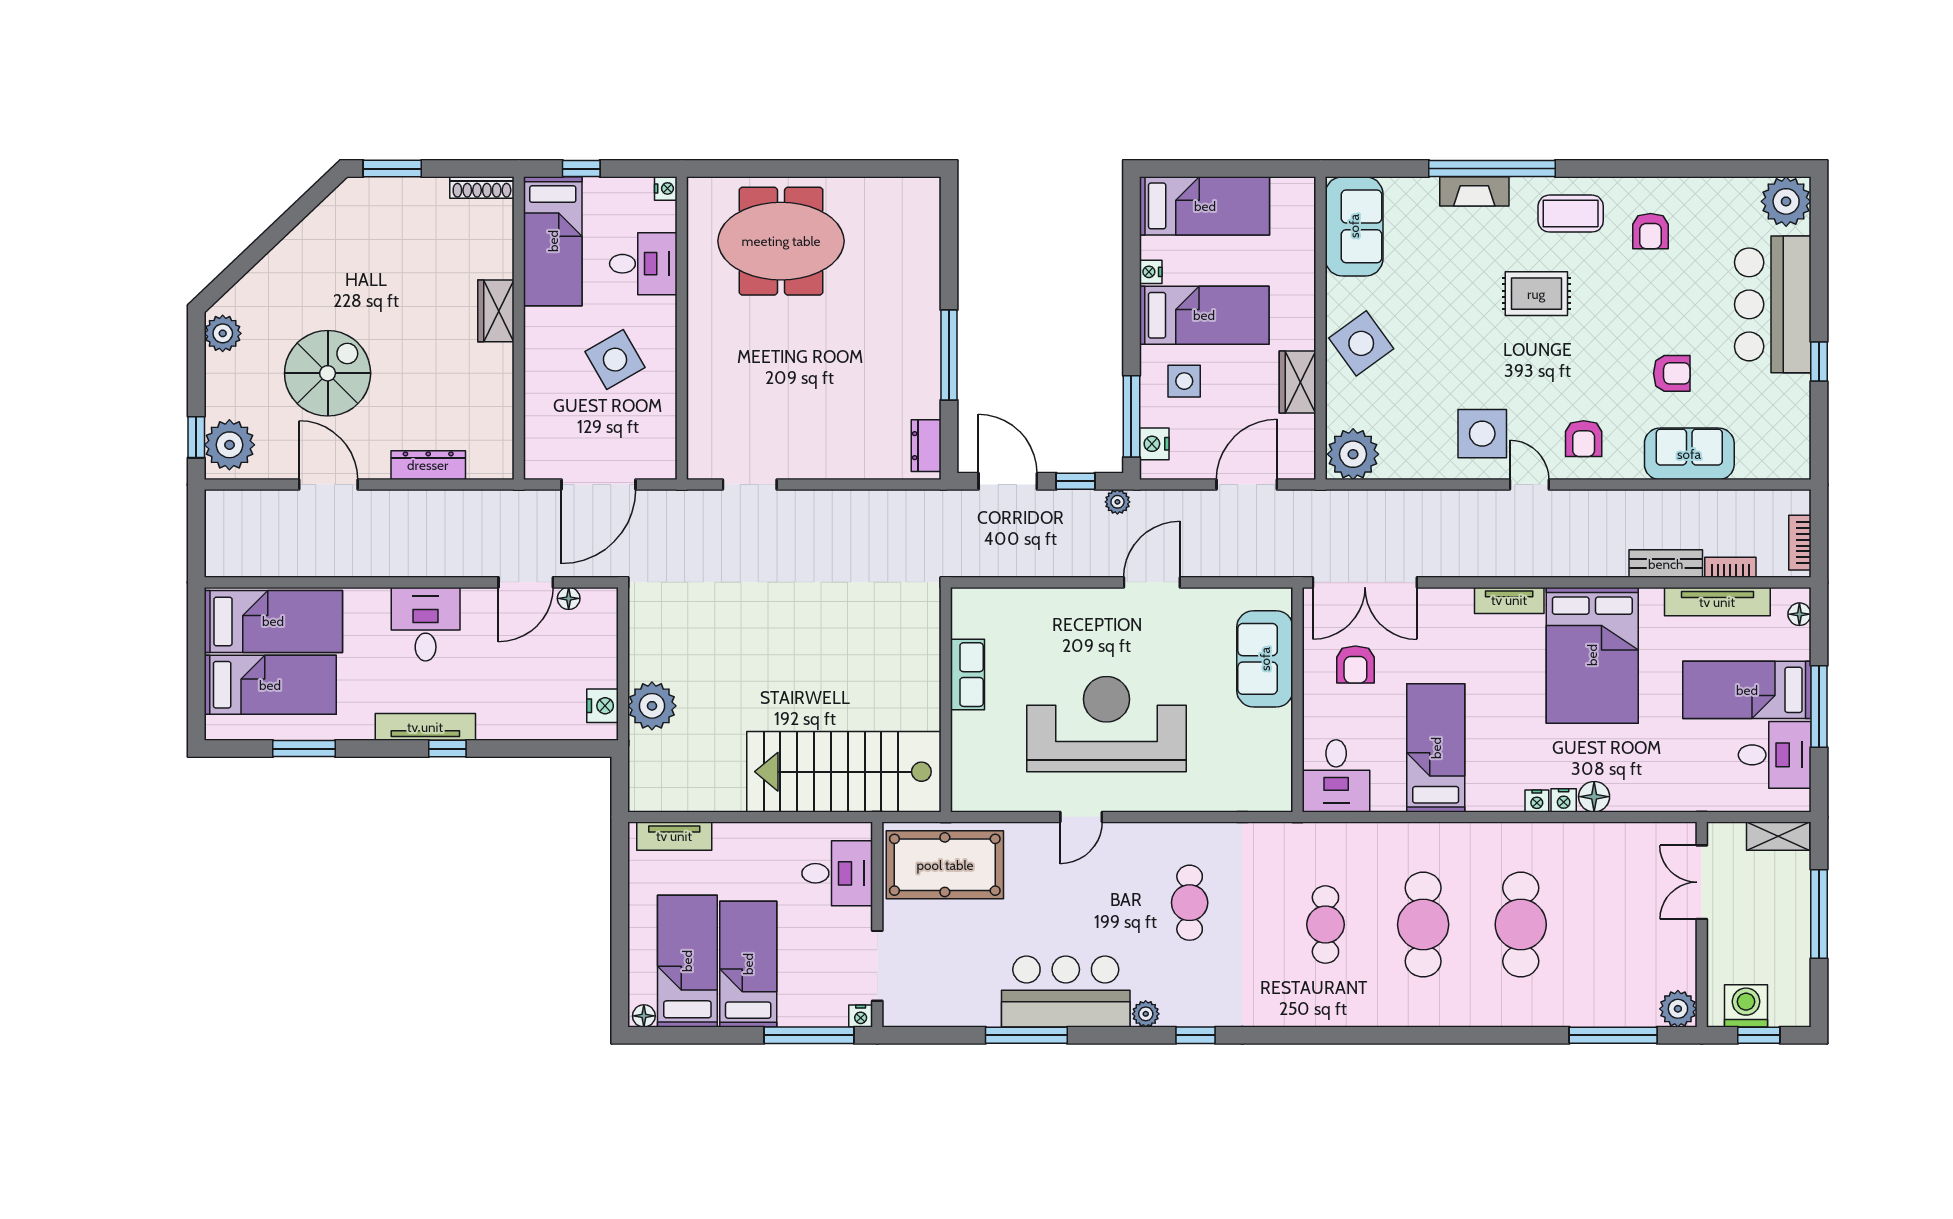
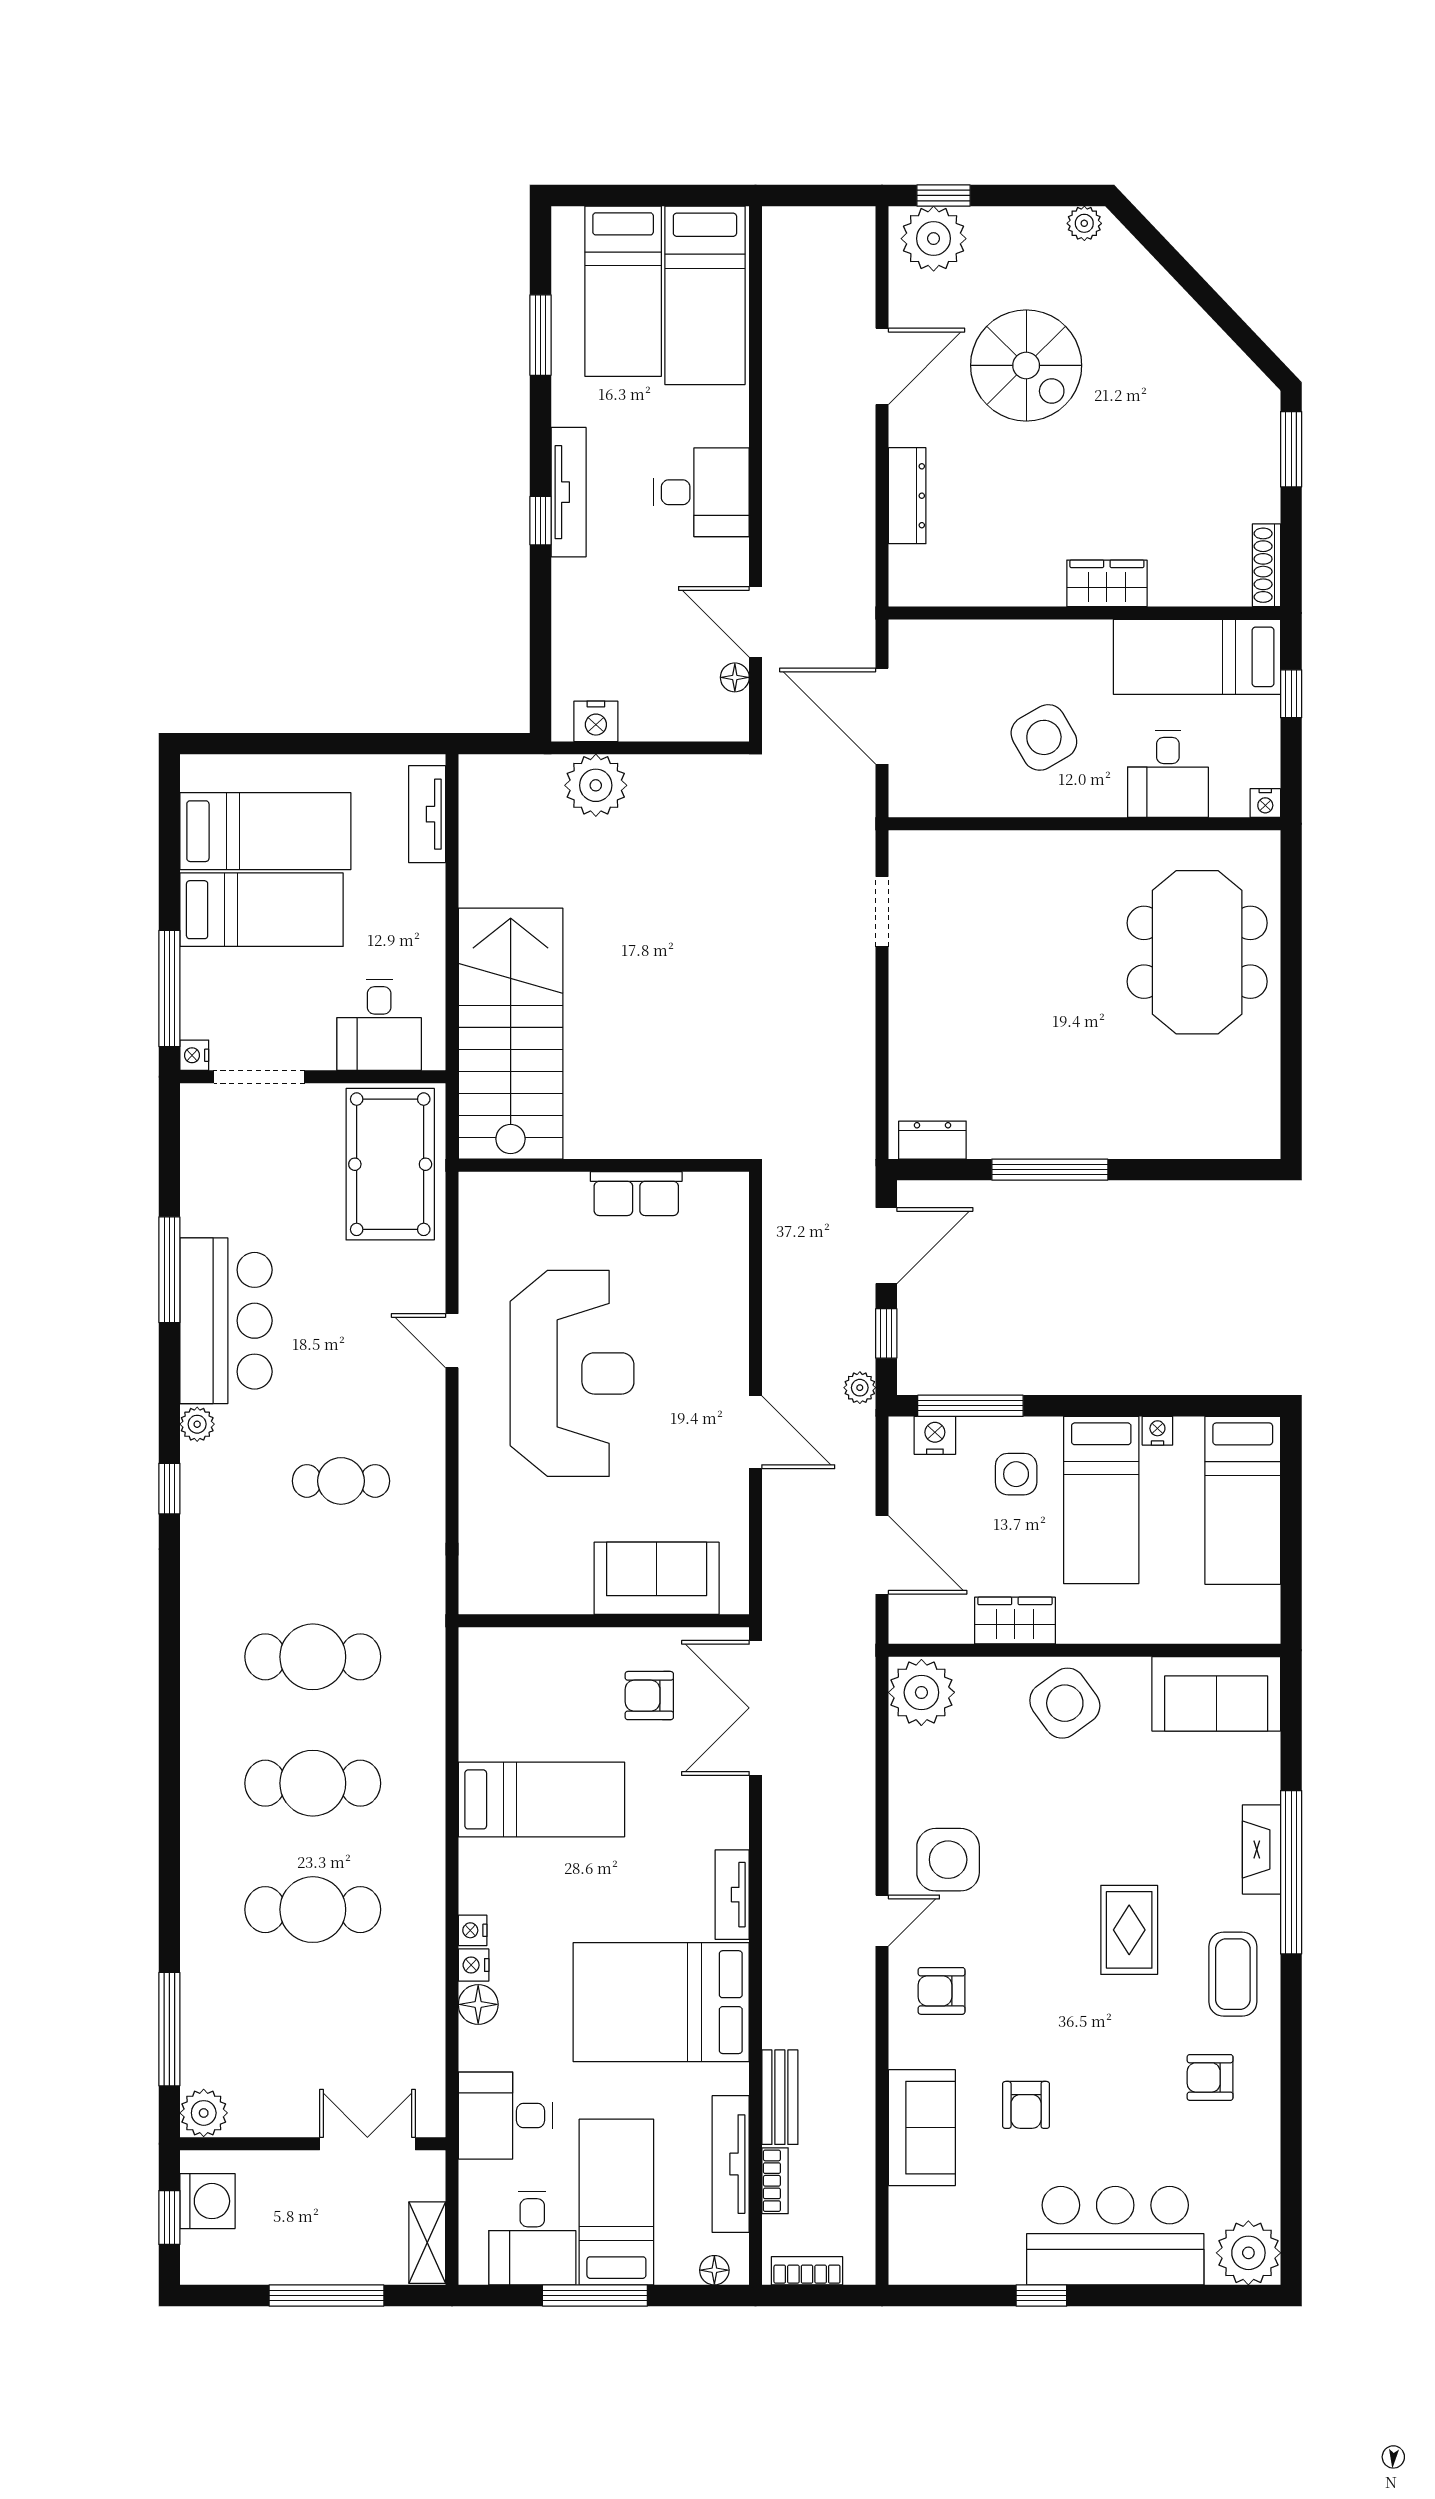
plant: (223, 333) -> (1084, 223), width x0.73, depth x0.73
desk: (1336, 776) -> (505, 2116), moved
cafe table: (1325, 925) -> (313, 1657), width x1.37, depth x1.35
floor lamp: (644, 1016) -> (194, 775), removed

